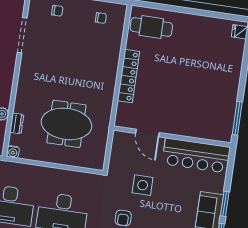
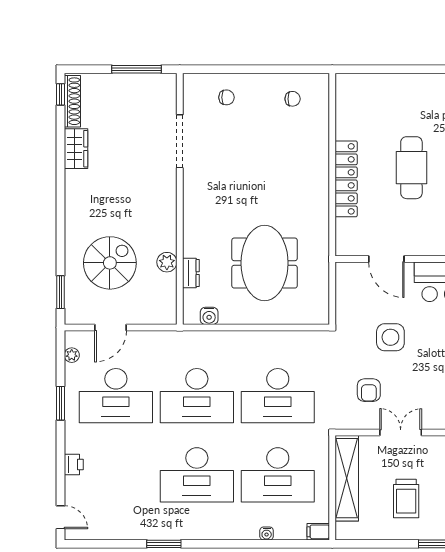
cafe table: (151, 27) -> (411, 168), moved, turned 90
meeting table: (66, 124) -> (265, 263), turned 90
water cooler: (13, 152) -> (209, 316), moved

